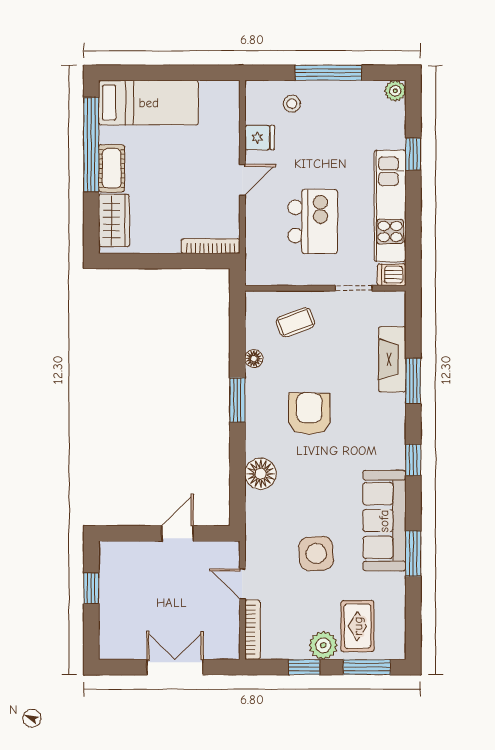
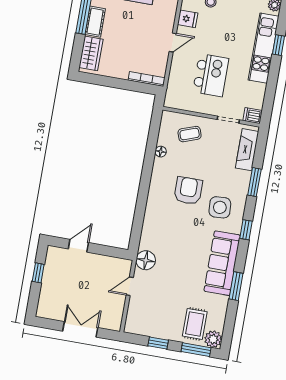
kitchen unit: (390, 206) -> (264, 48), moved
fireplace: (392, 359) -> (247, 150), moved
window: (237, 400) -> (146, 175), removed
floor lamp: (261, 474) -> (146, 260), moved
door: (178, 533) -> (78, 246), moved
side table: (316, 554) -> (220, 207), moved
door: (242, 584) -> (130, 286), hinge flipped
bookcase: (252, 630) -> (131, 315), removed
plant: (323, 645) -> (213, 339), moved

